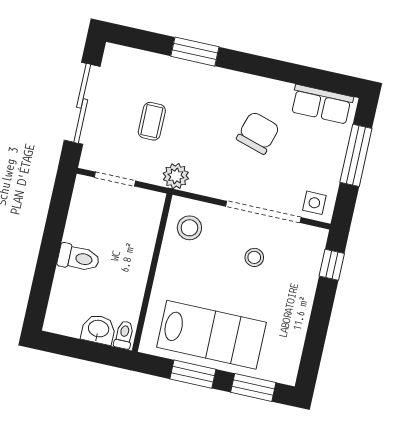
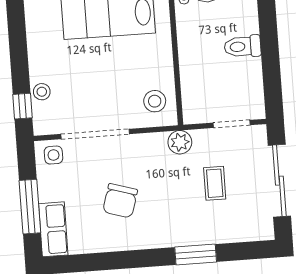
row of seats: (322, 104) -> (53, 229), moved, turned 90
stool: (254, 257) -> (42, 92), moved

